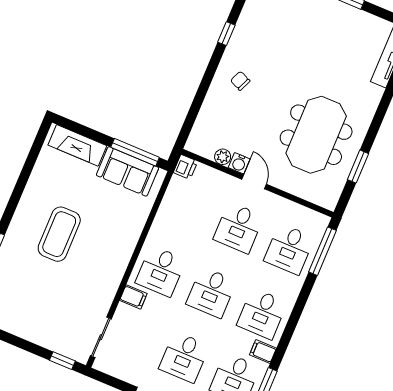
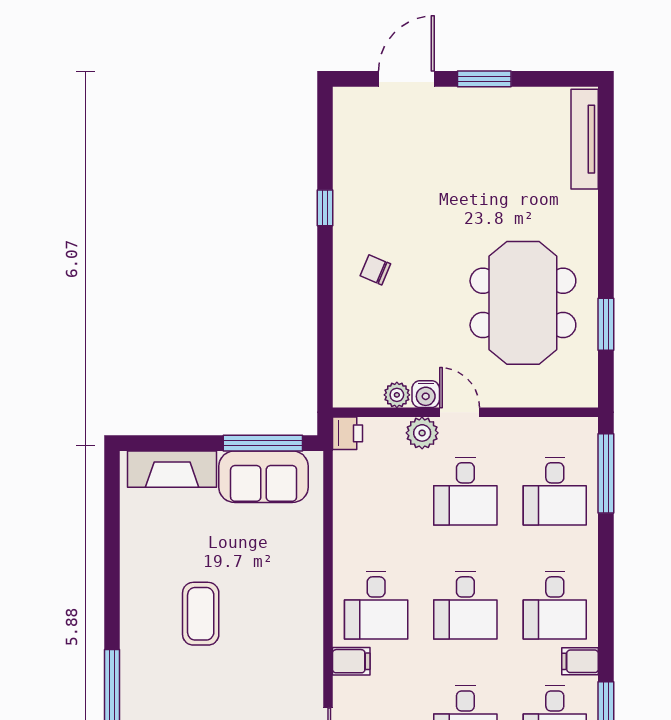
plant: (228, 184) -> (422, 433), added
coffee table: (59, 234) -> (201, 614), width x0.73, depth x0.76

